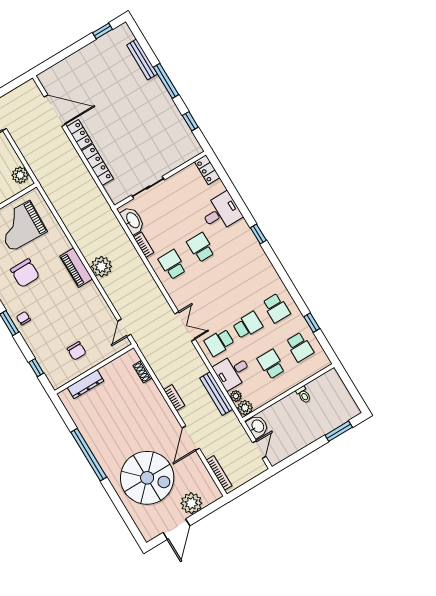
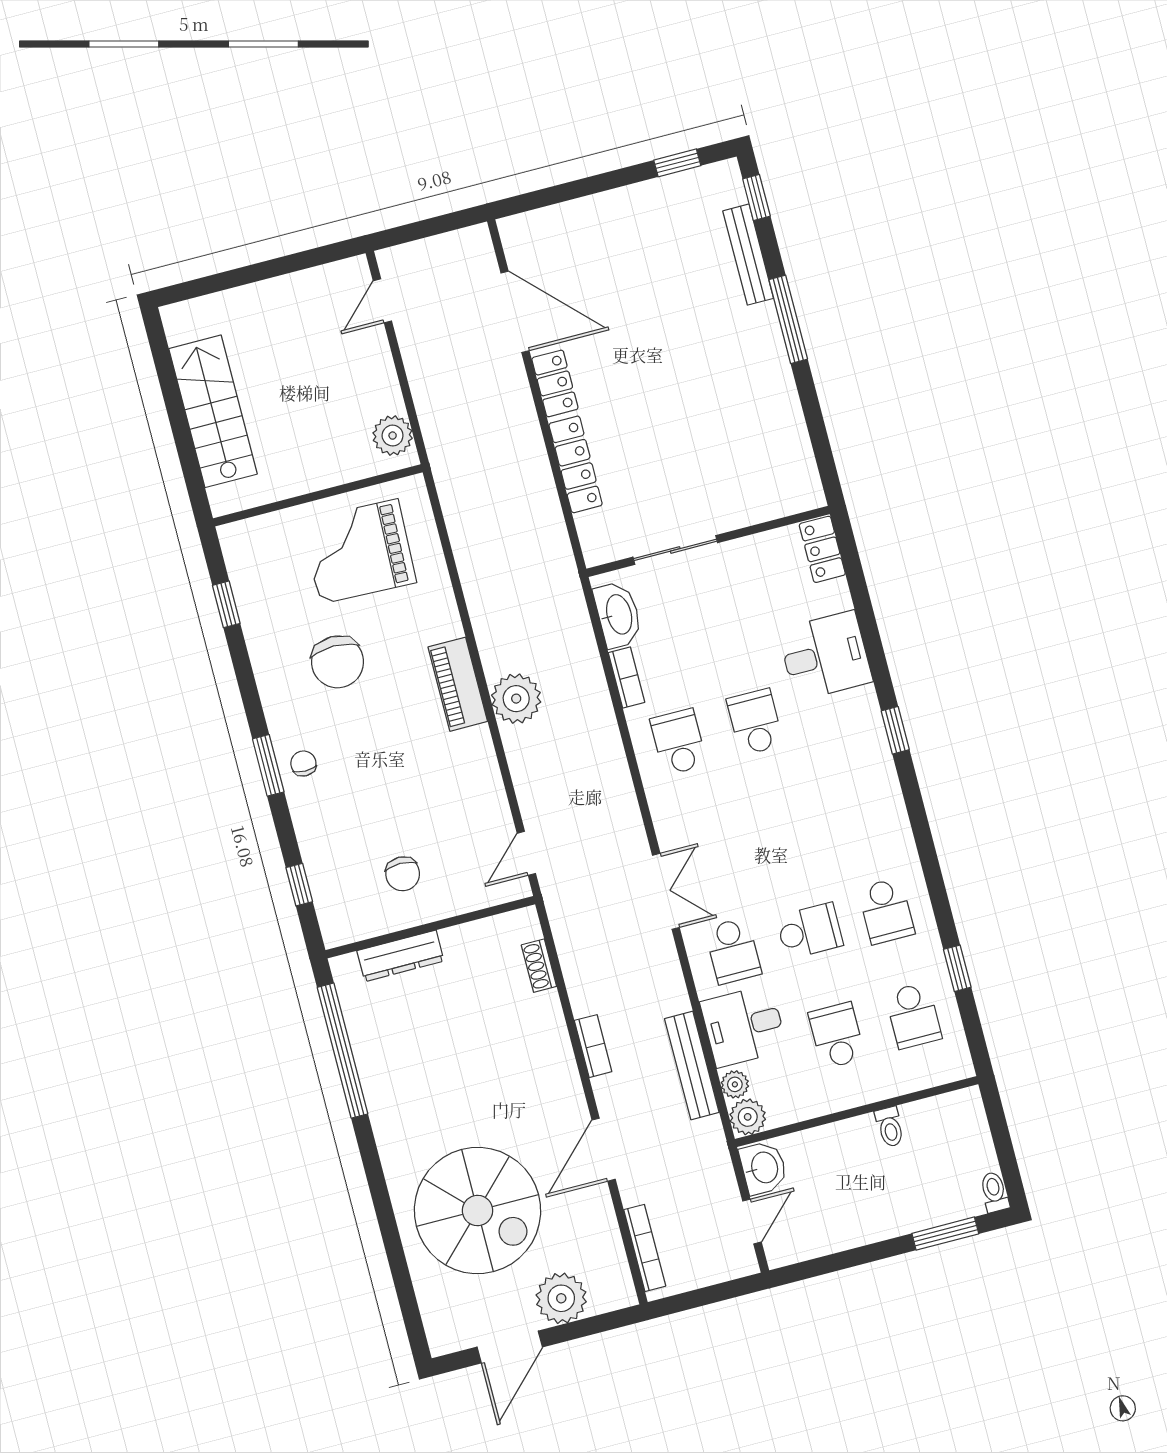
window: (190, 121) -> (756, 198), moved
school desk: (219, 342) -> (733, 951), turned -90
toilet: (354, 409) -> (994, 1192), added
window: (89, 455) -> (342, 1051), moved

